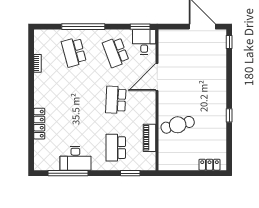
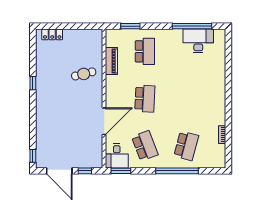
window: (177, 27) -> (85, 171), added
school desk: (74, 52) -> (186, 146), turned 30
locker: (39, 124) -> (220, 75), removed
cafe table: (178, 125) -> (84, 74), width x0.73, depth x0.74
desk: (75, 158) -> (198, 41), moved

